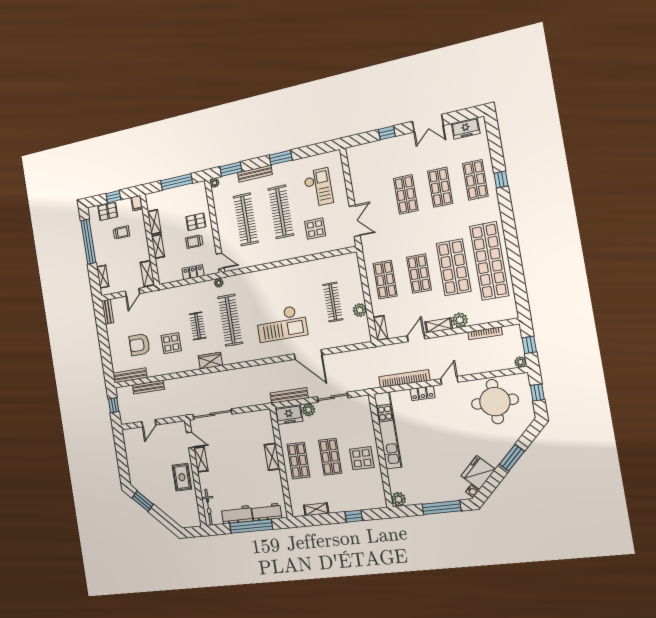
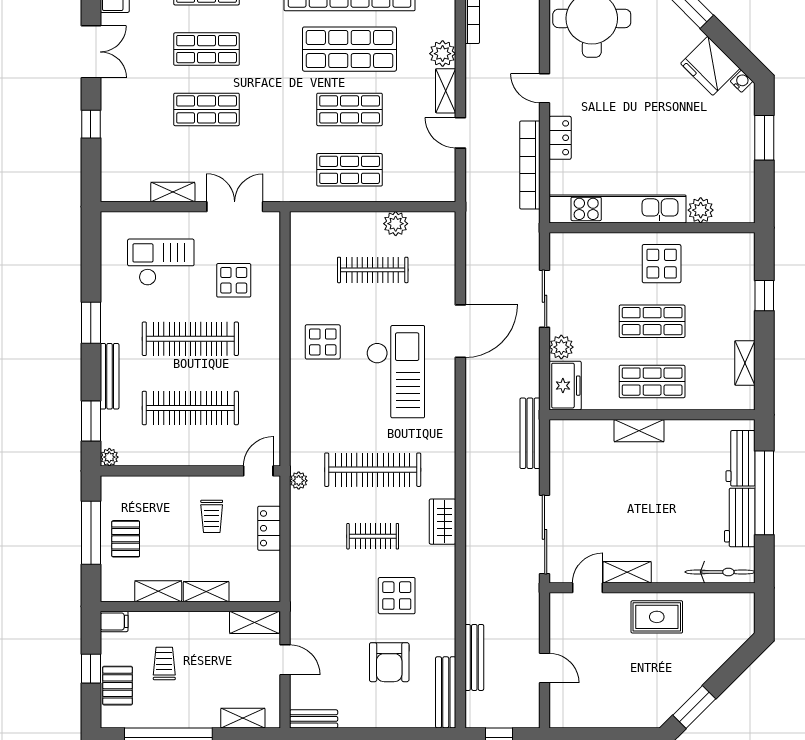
pallet: (196, 222) -> (126, 539), moved
display table: (291, 282) -> (323, 342), added
shelving: (380, 328) -> (173, 192), moved
bench: (289, 395) -> (530, 433), moved
plant: (399, 499) -> (701, 210), moved
window: (441, 507) -> (764, 138), width x0.69

